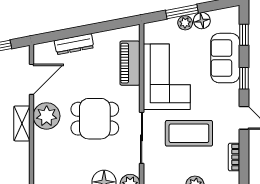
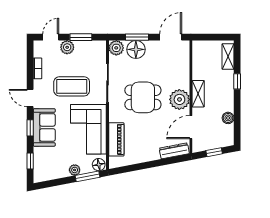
window: (182, 12) -> (88, 176), moved
floor lamp: (202, 21) -> (99, 165), moved
dresser: (74, 44) -> (174, 151), moved
sofa: (225, 58) -> (44, 127), moved

